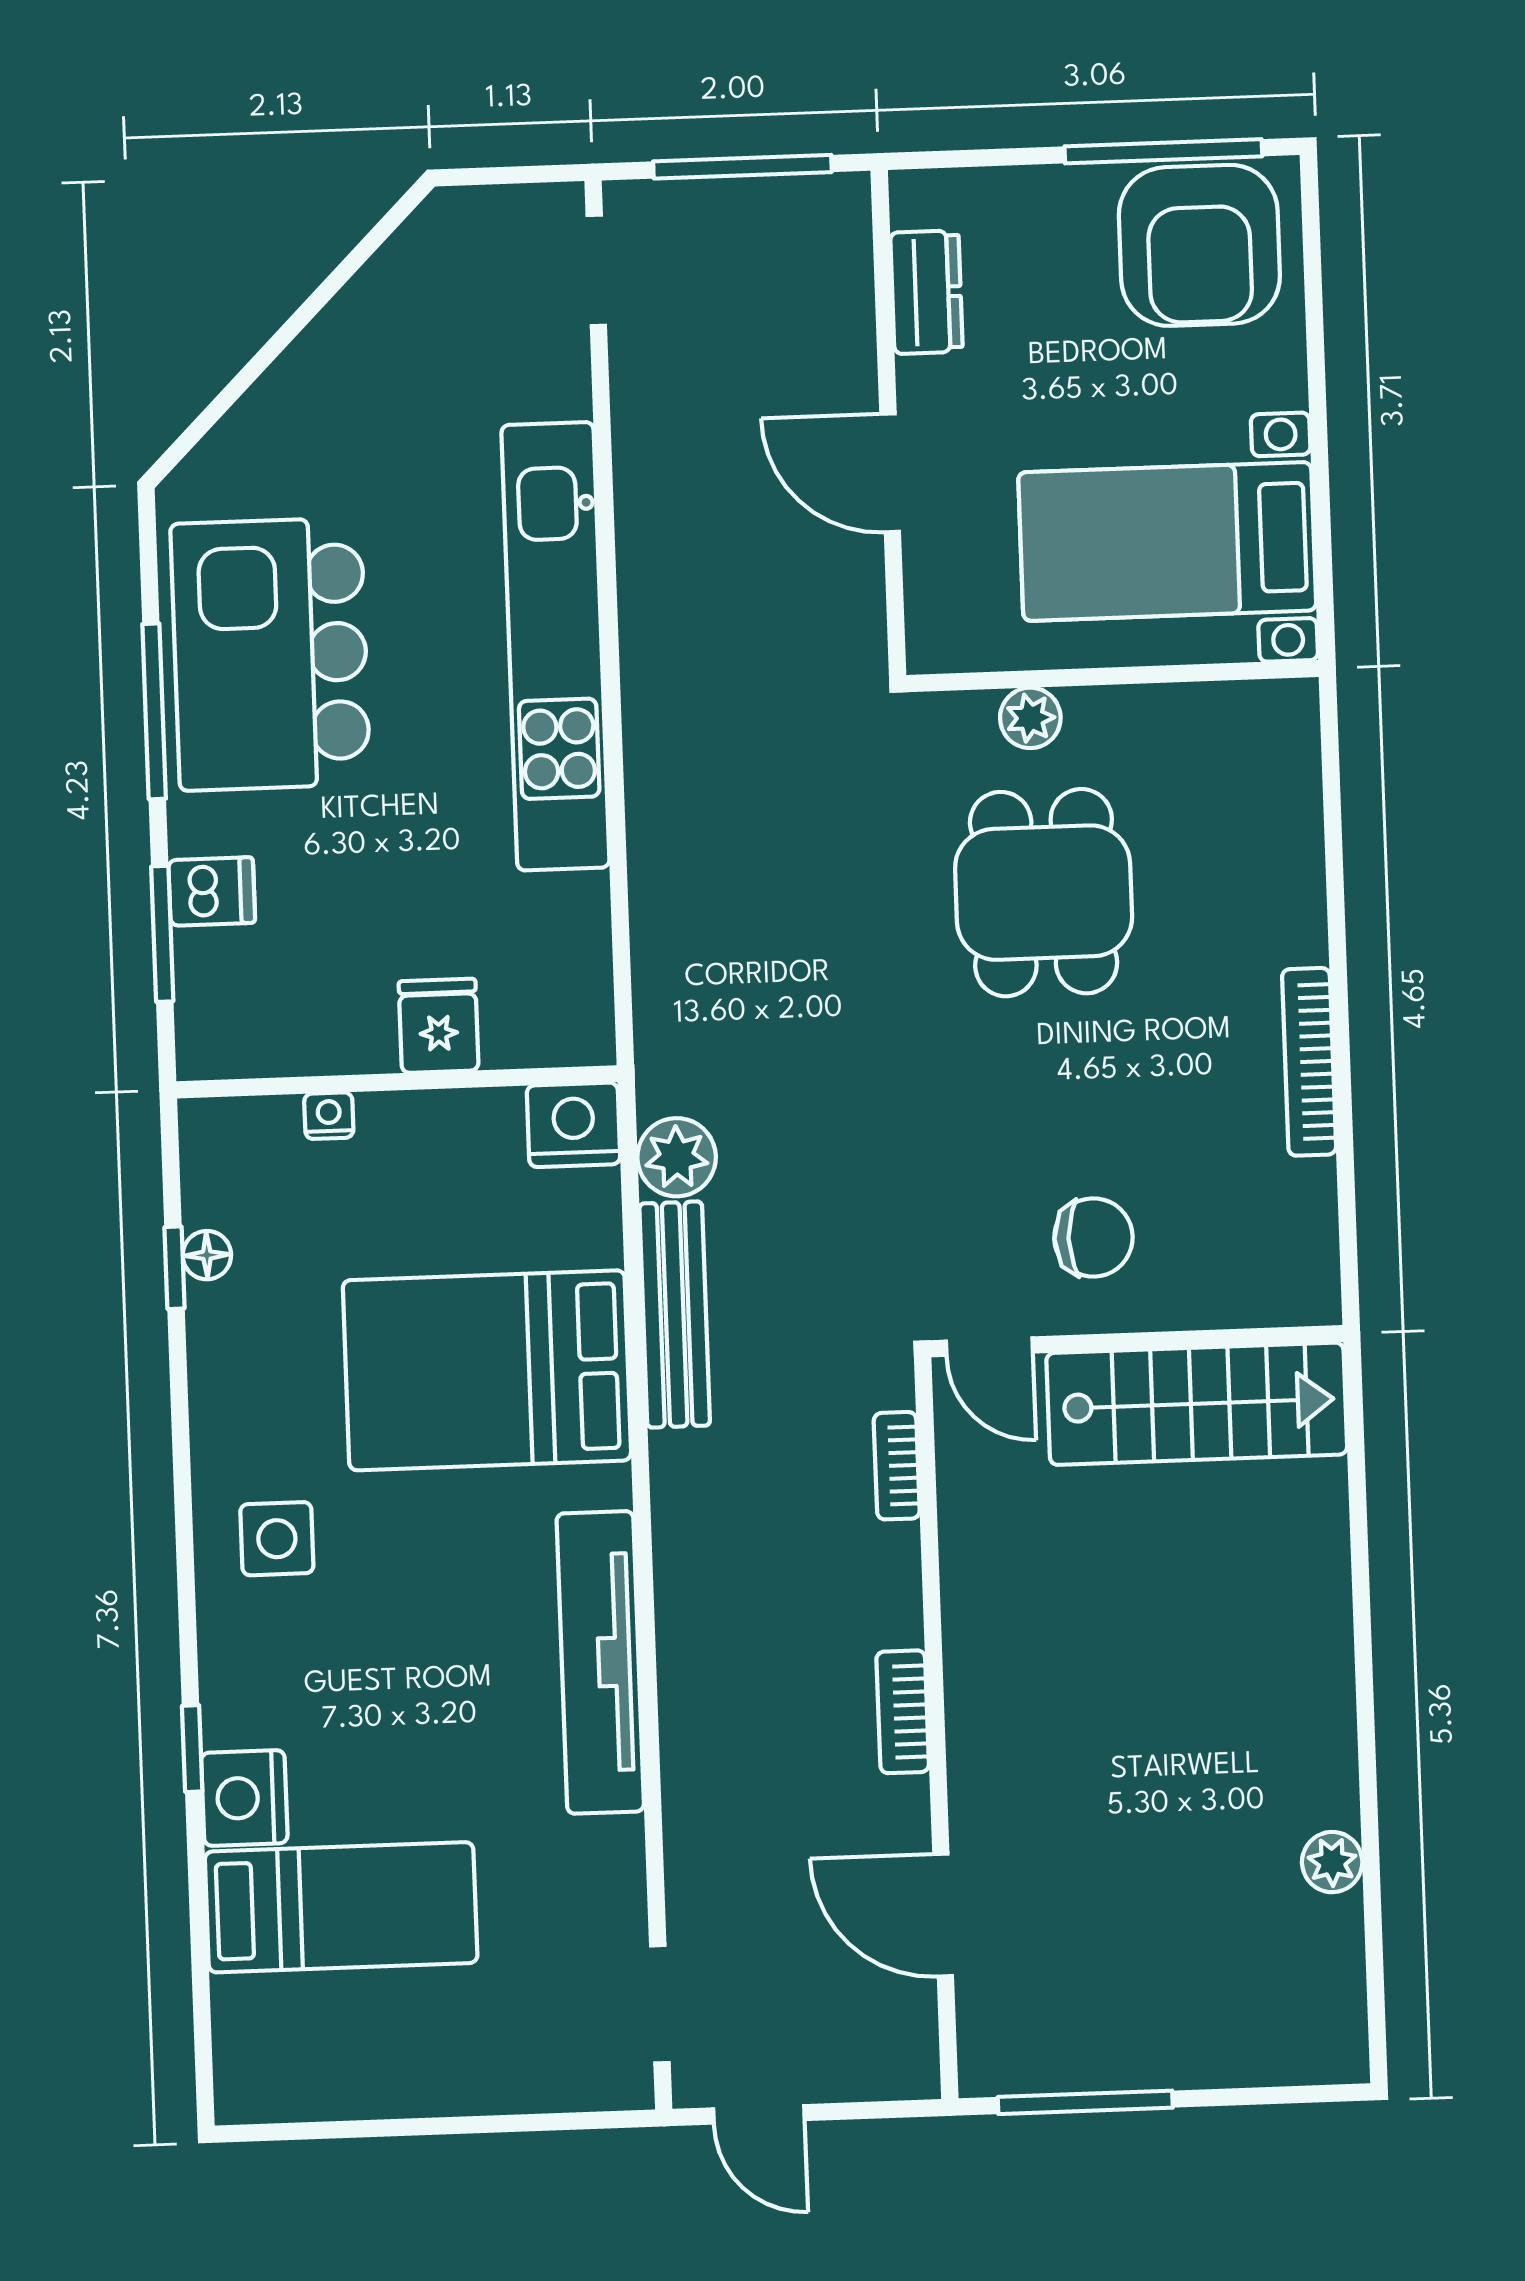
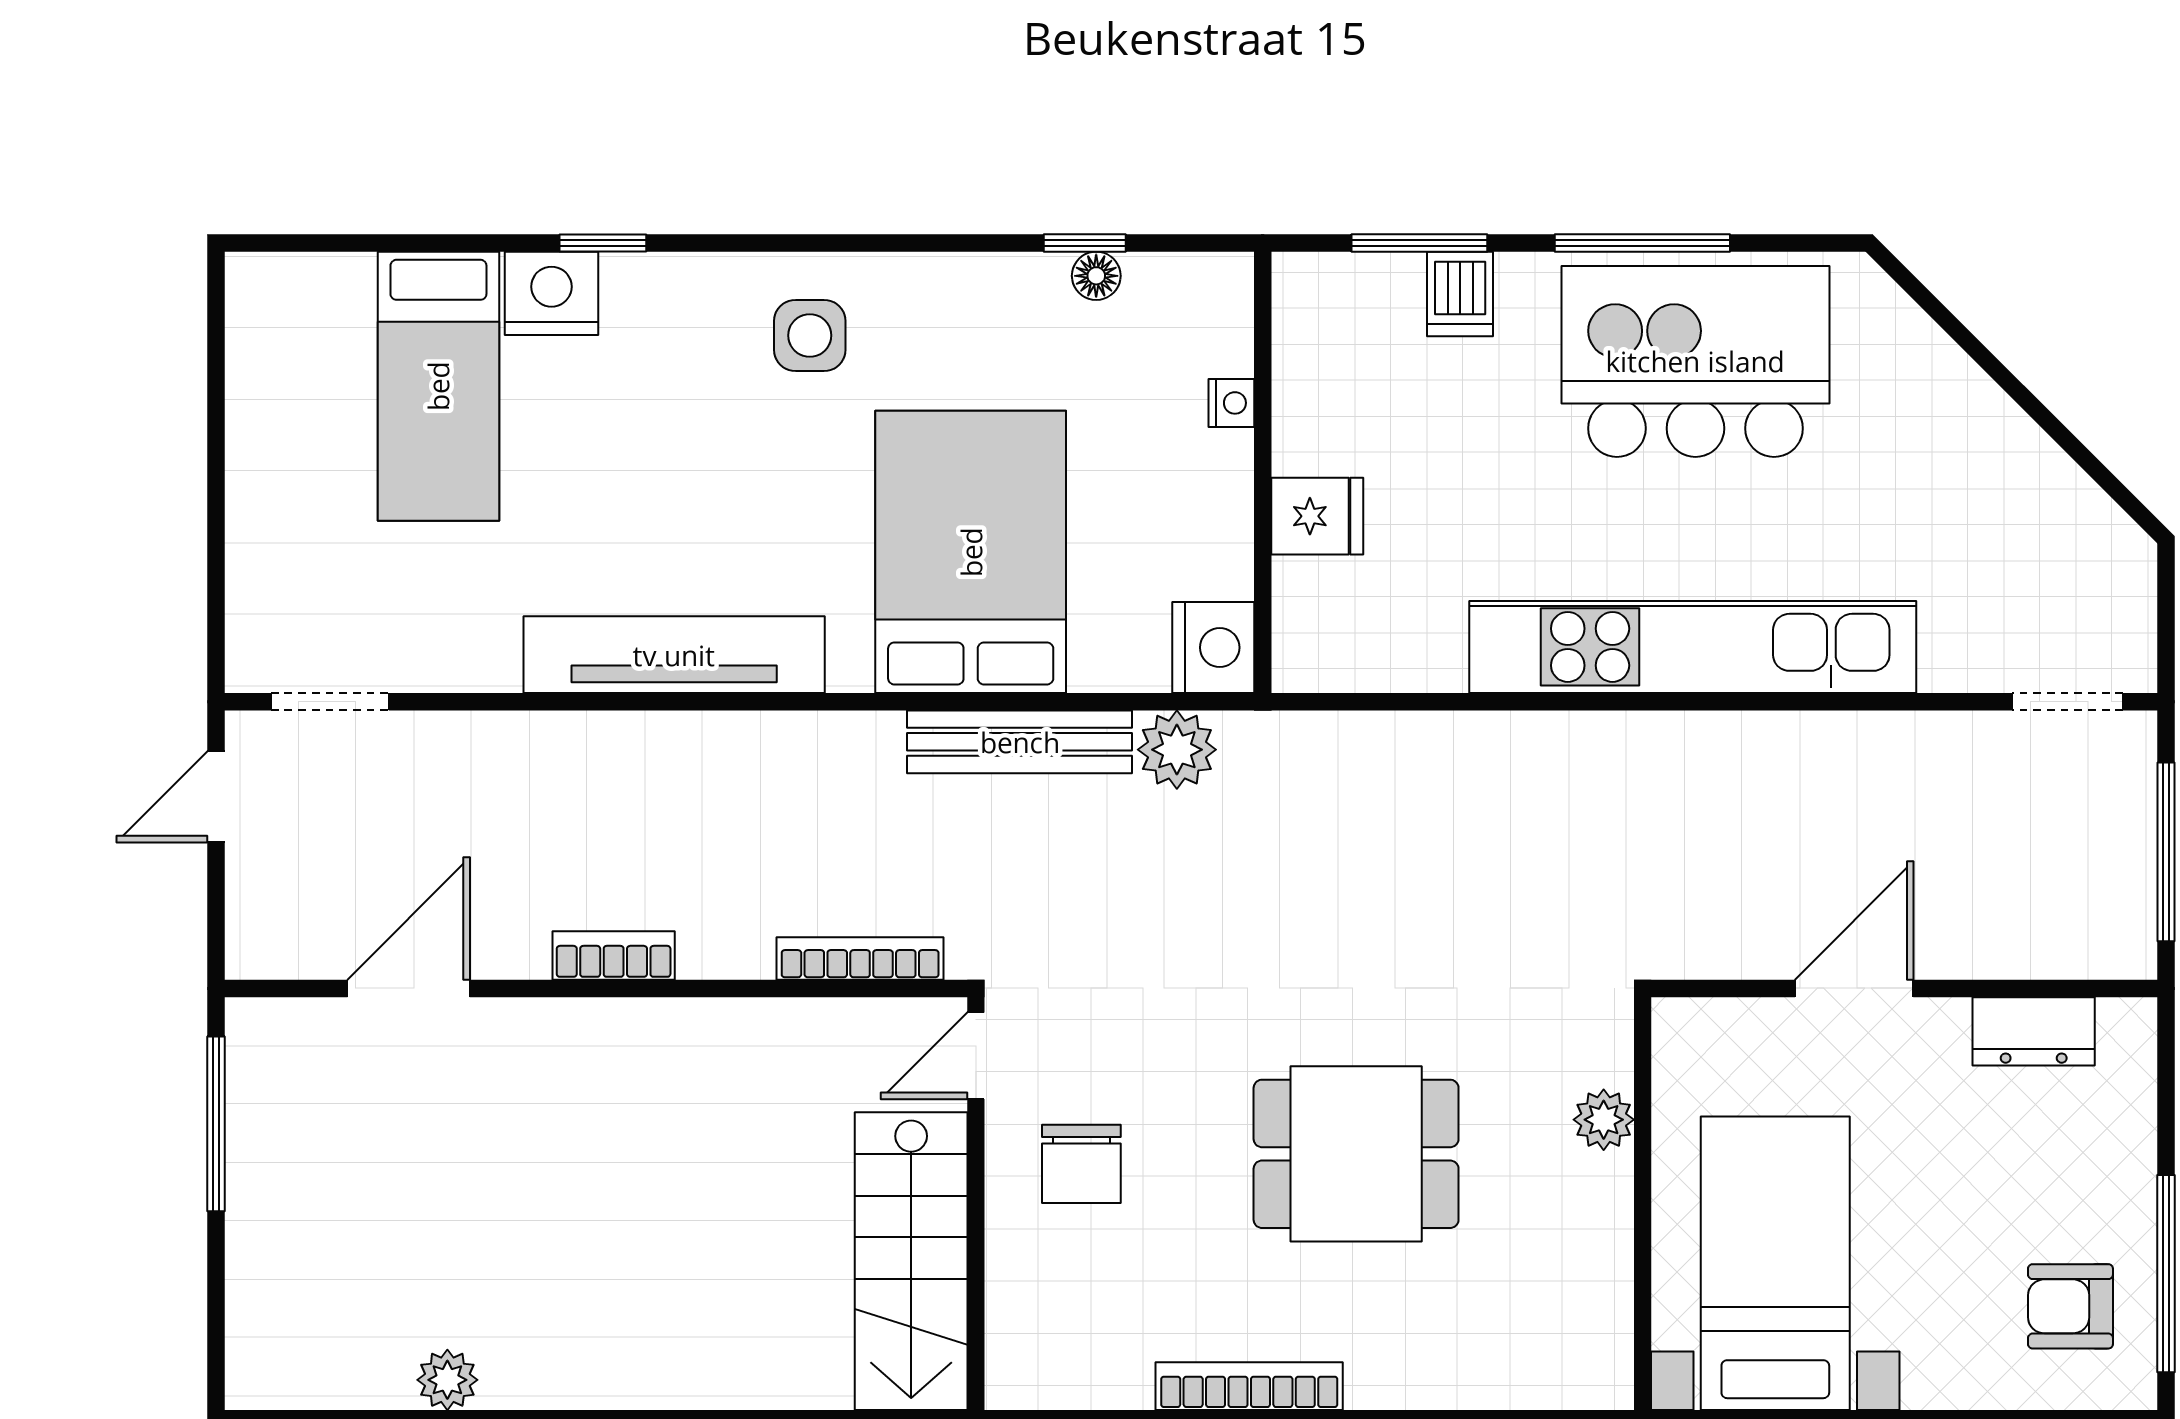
armchair: (1199, 245) -> (2070, 1306), width x0.53, depth x0.53
dining table: (1044, 893) -> (1356, 1154), moved
bookcase: (897, 1466) -> (860, 959), width x1.56

